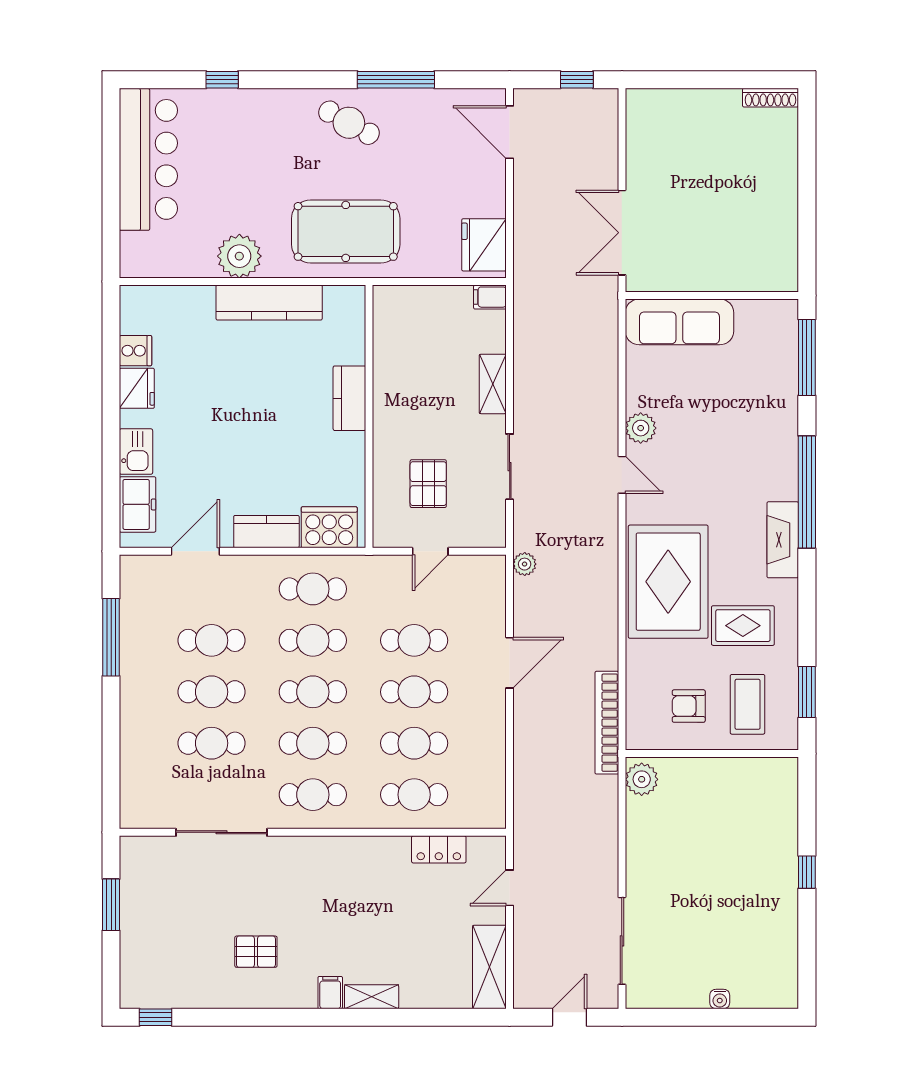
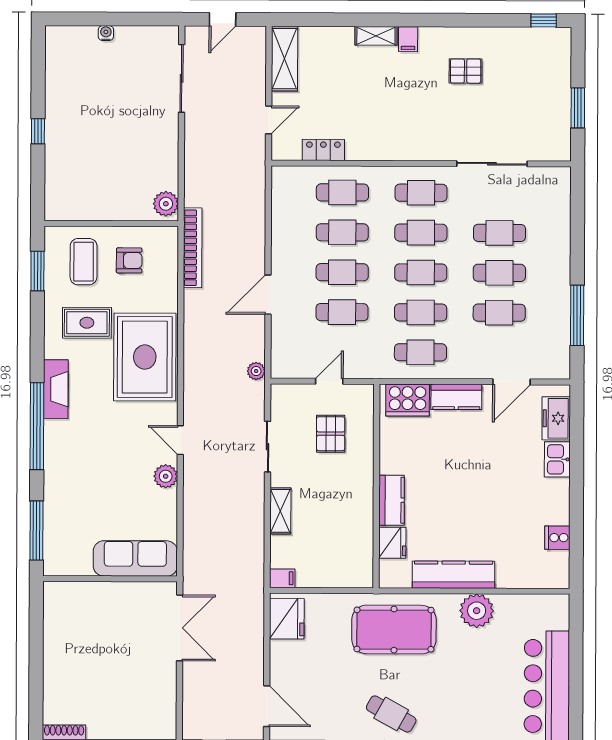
fridge: (137, 388) -> (392, 543), moved, turned 180

